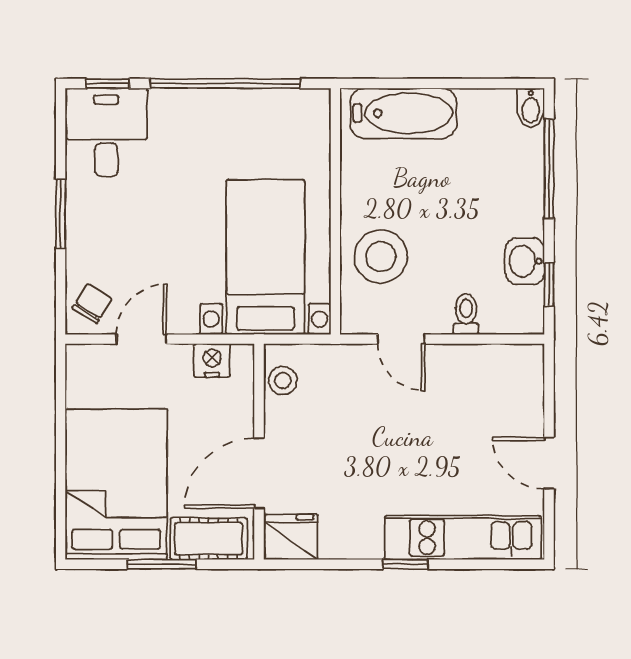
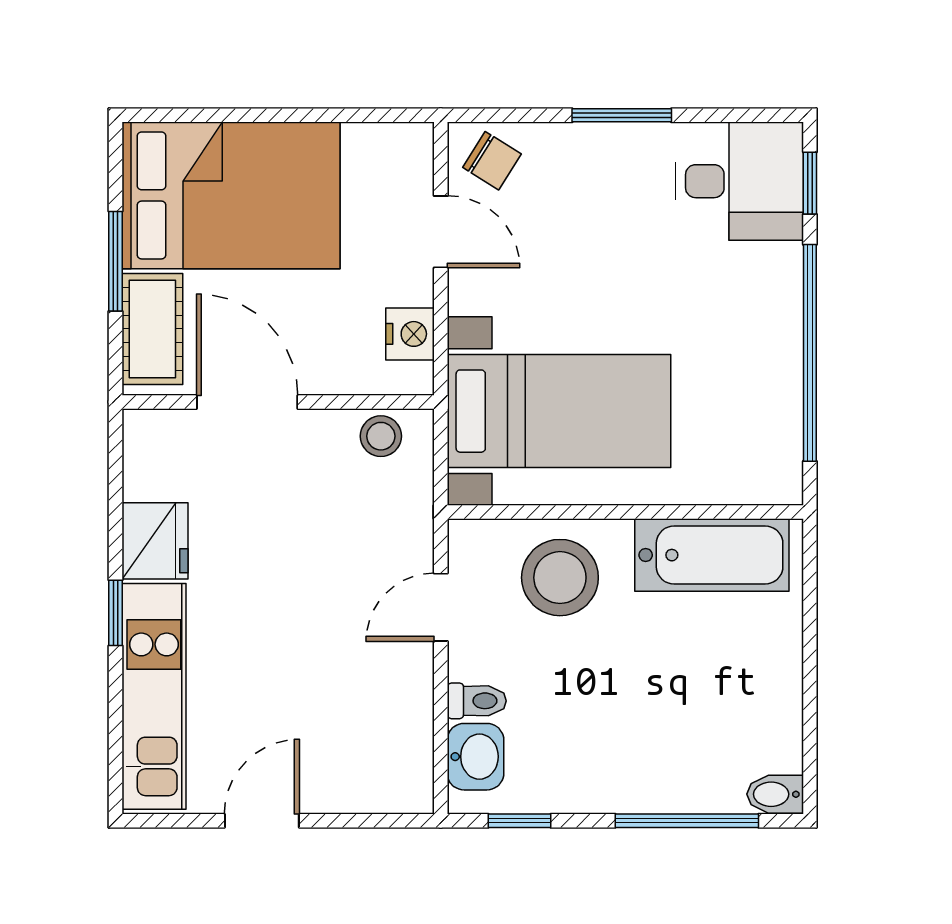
bathtub: (403, 113) -> (712, 555), moved, turned -90
washbasin: (525, 261) -> (475, 757), moved, turned 90
fridge: (291, 537) -> (155, 541), moved

